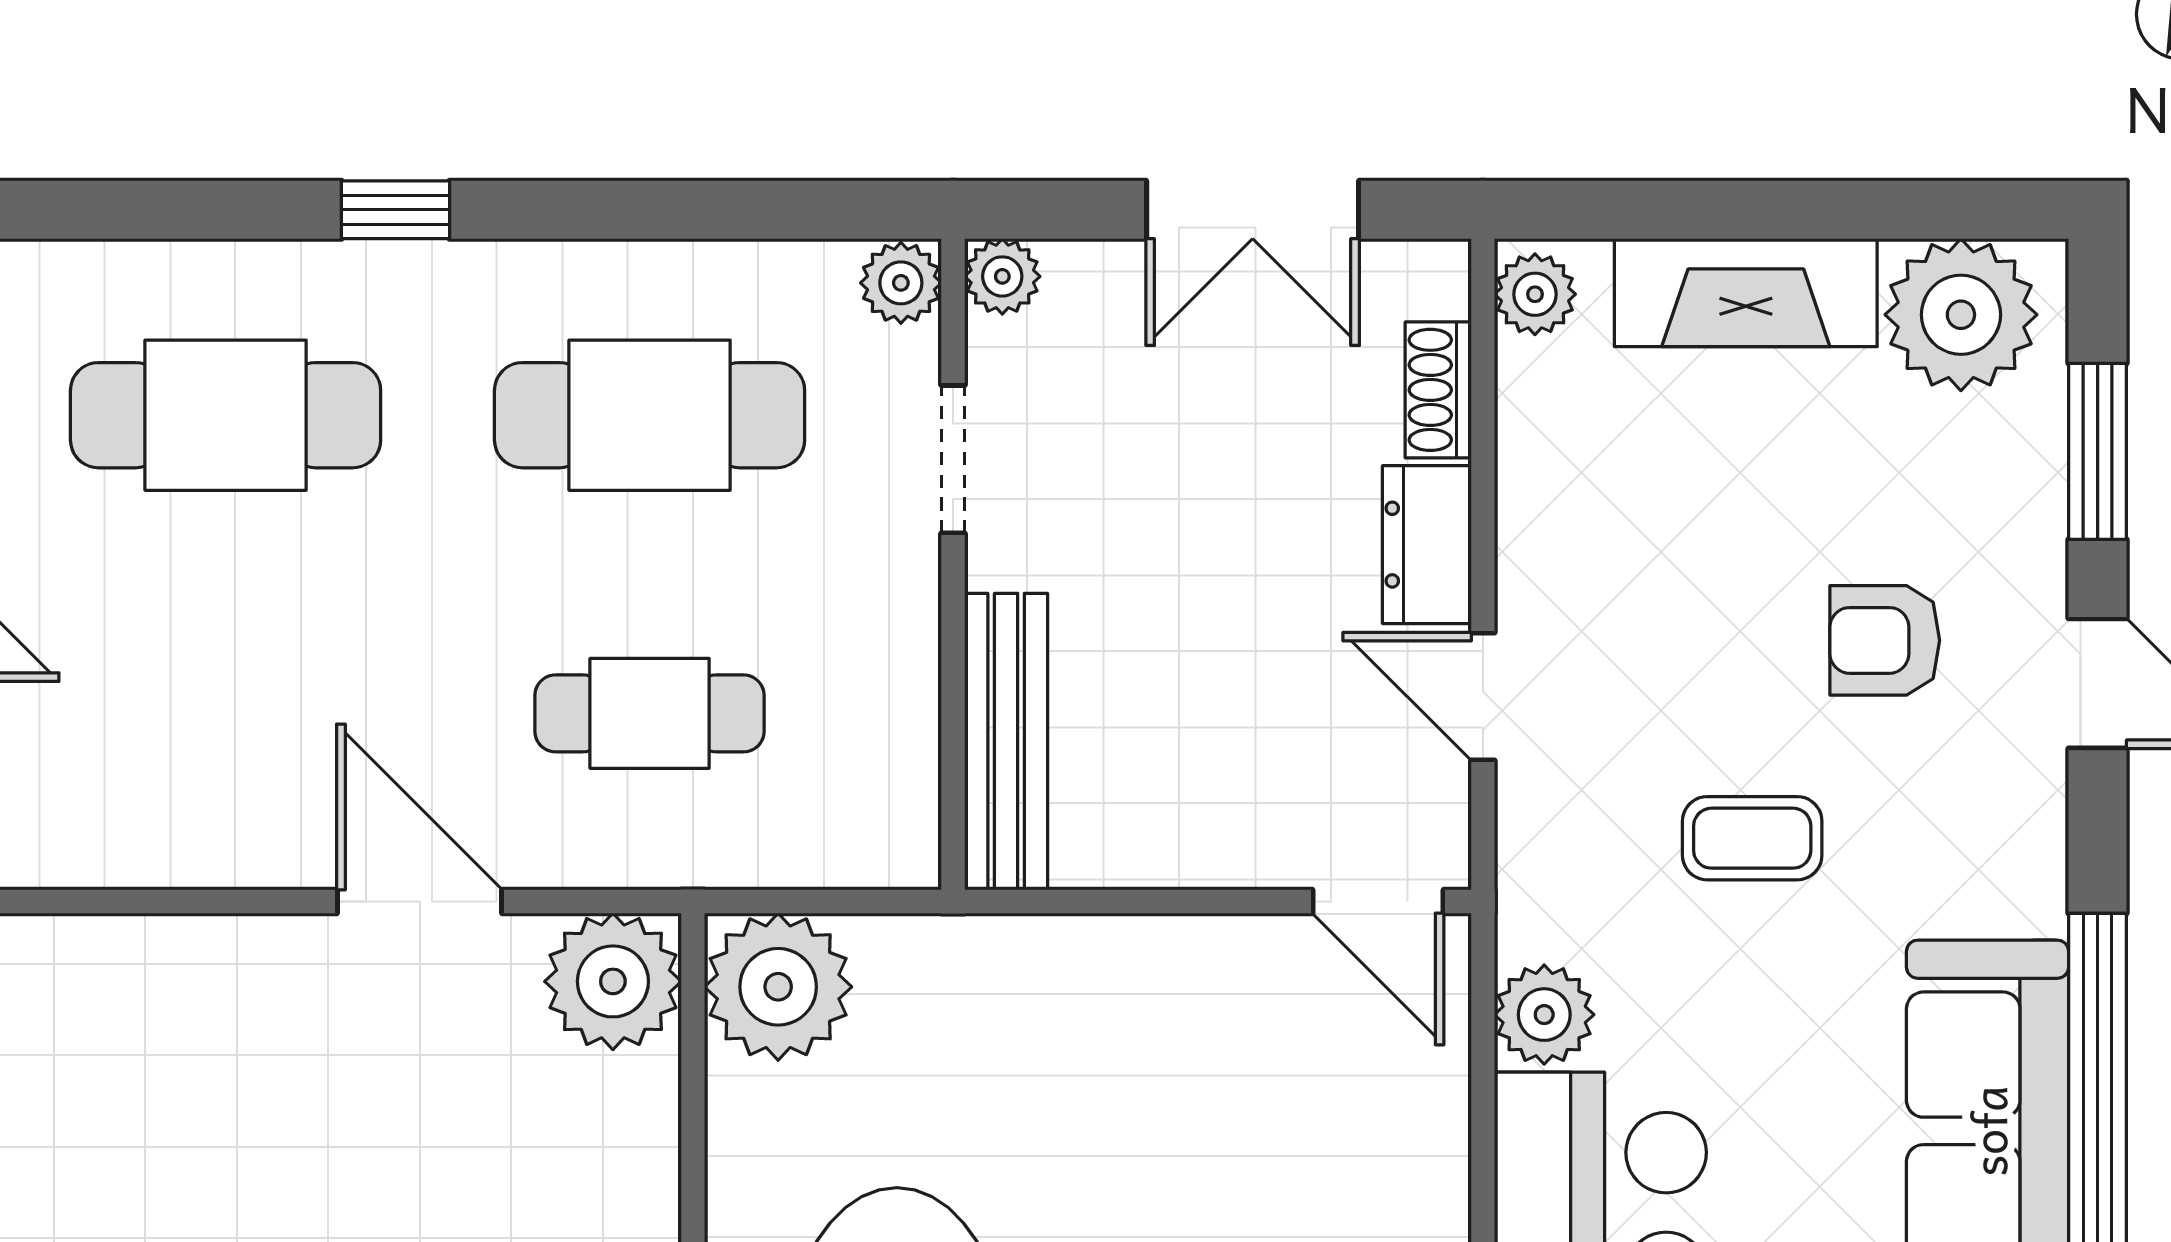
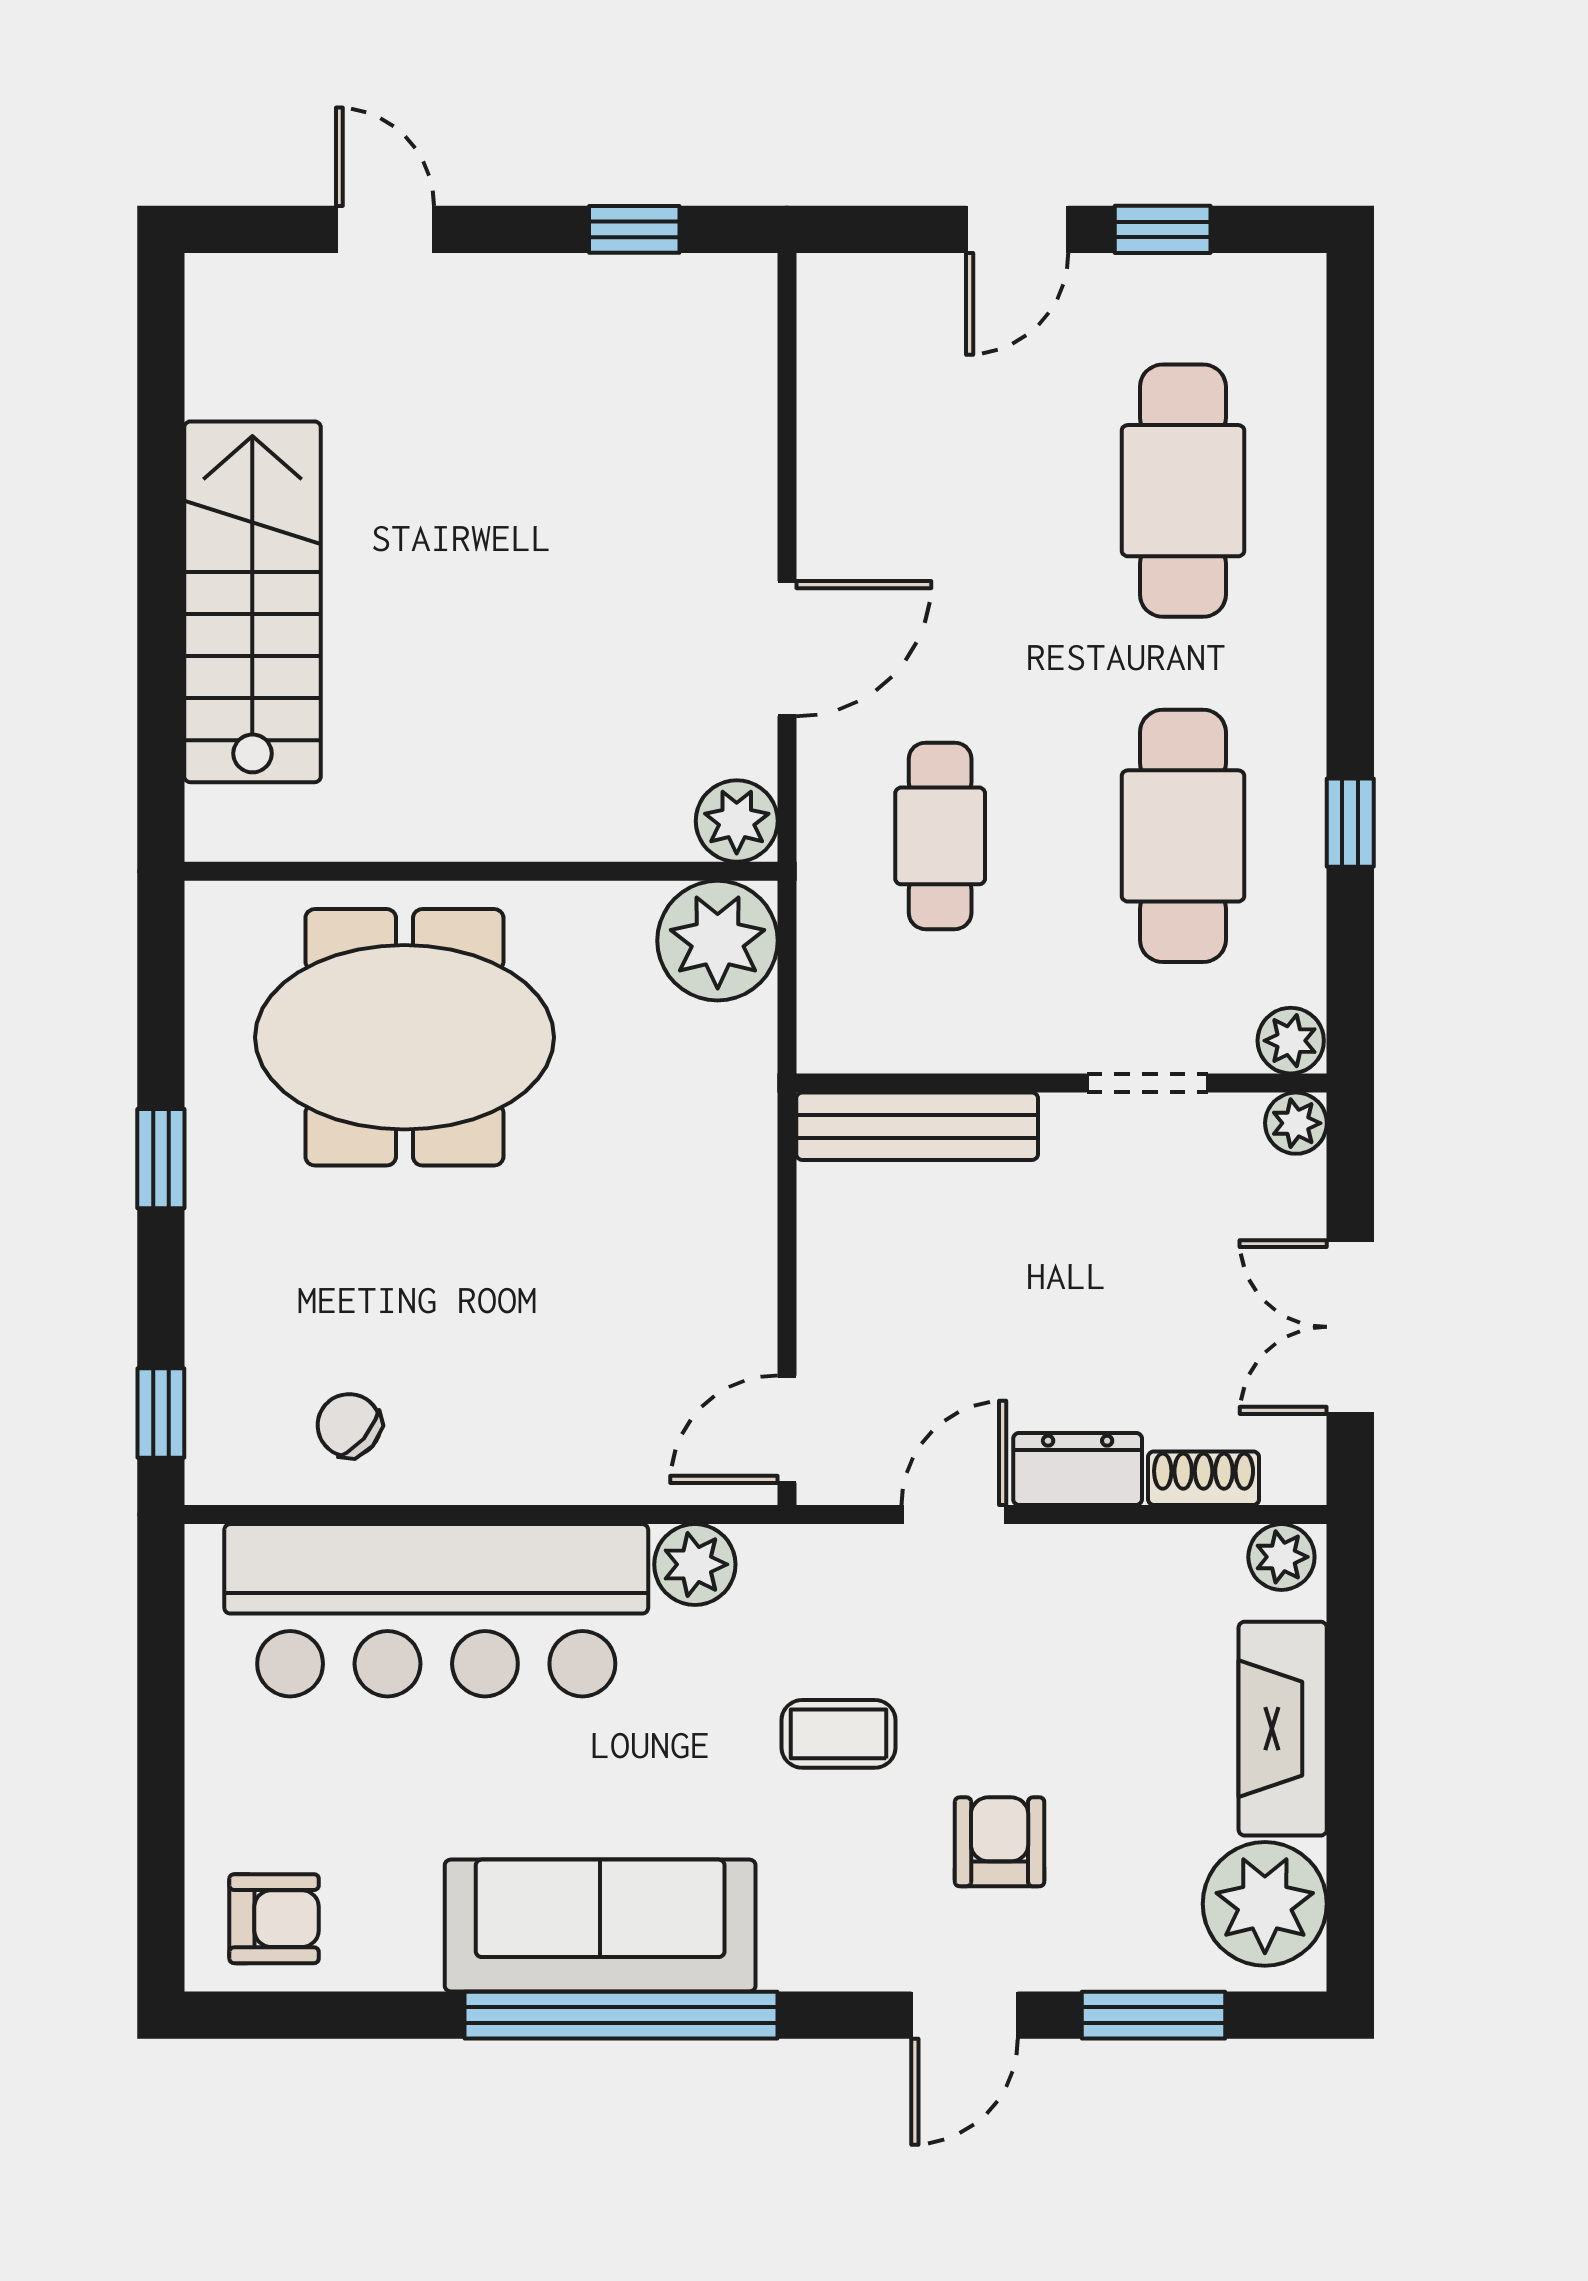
window: (396, 210) -> (1350, 823), moved
coffee table: (1752, 838) -> (838, 1734), turned 90
plant: (613, 981) -> (737, 821), width x0.73, depth x0.73

